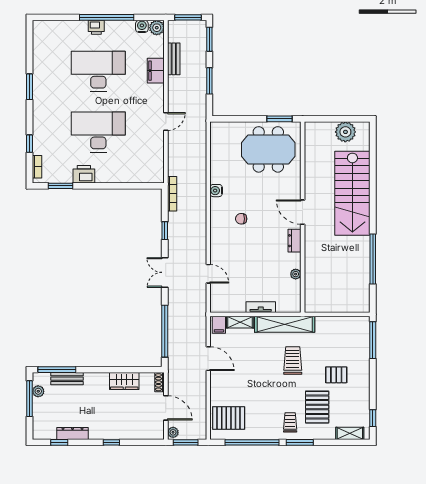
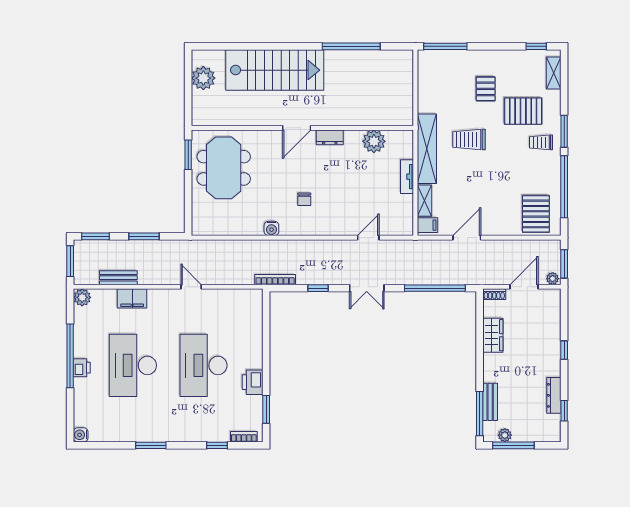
water cooler: (142, 26) -> (81, 435), moved
plant: (296, 274) -> (374, 141), width x1.88, depth x1.88

